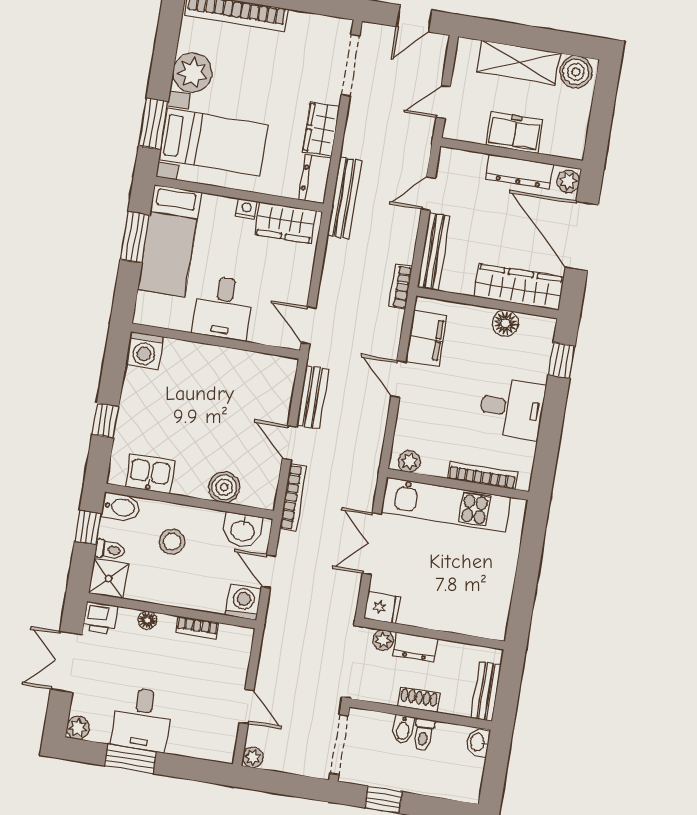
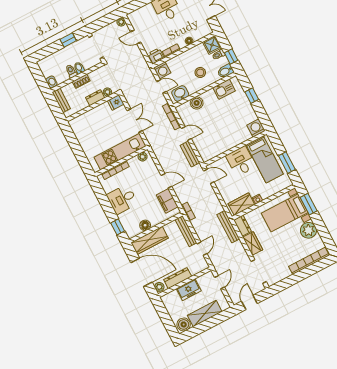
bed: (170, 241) -> (265, 159), moved, turned 180
printer: (100, 618) -> (156, 56), moved

